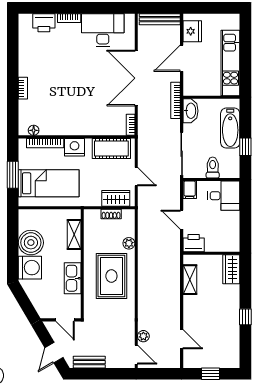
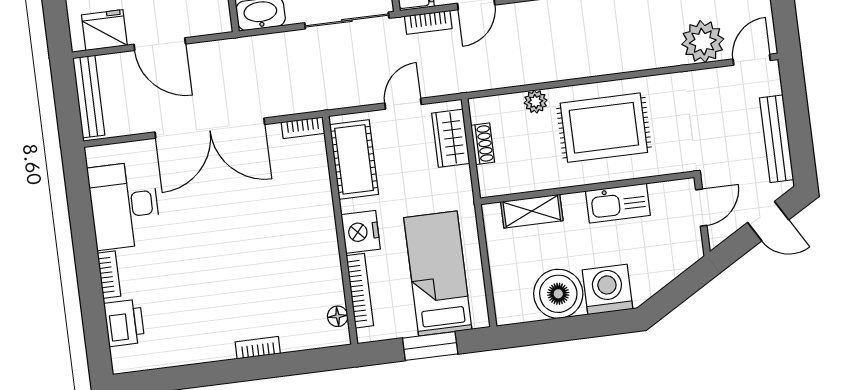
bookcase: (176, 100) -> (428, 22), moved, width x0.64
plant: (143, 336) -> (703, 42), width x1.87, depth x1.87
bench: (89, 362) -> (777, 139), width x1.36

